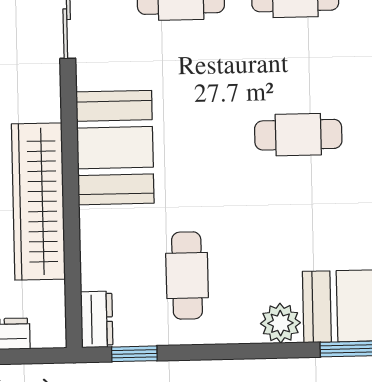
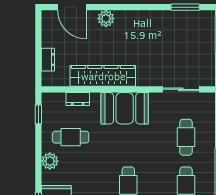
dresser: (97, 319) -> (78, 99), moved
plant: (280, 323) -> (50, 161), moved

